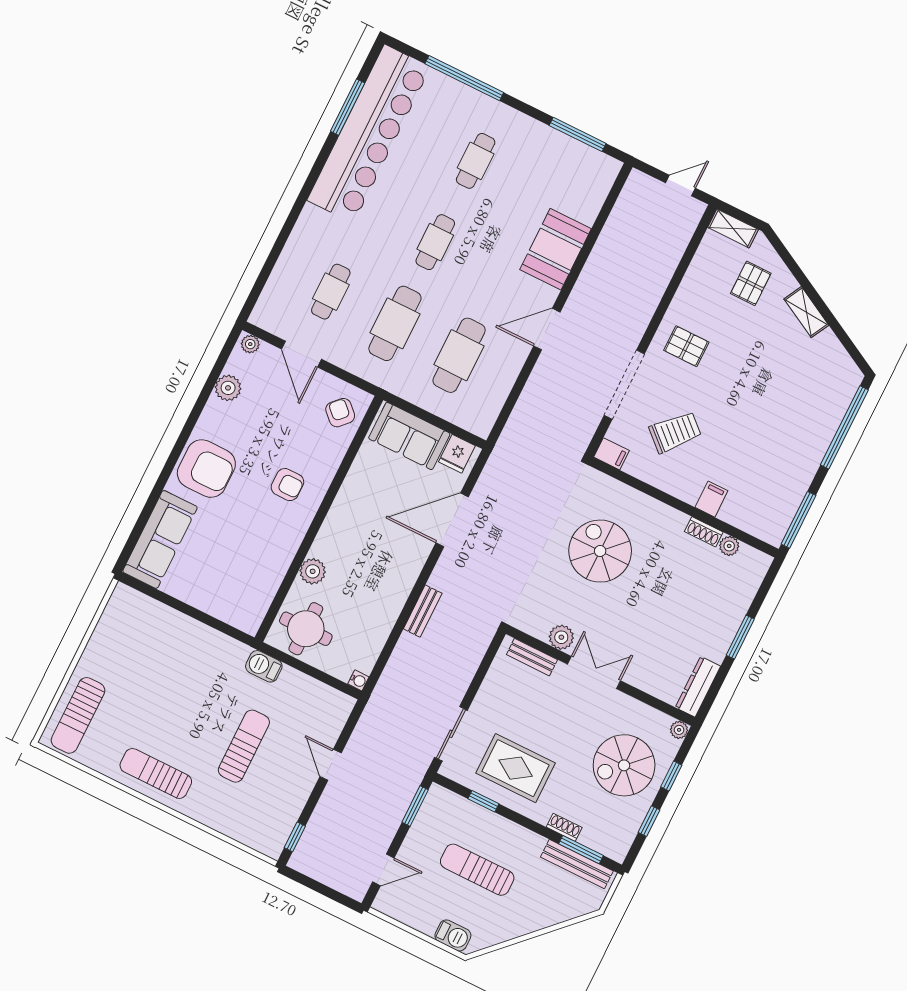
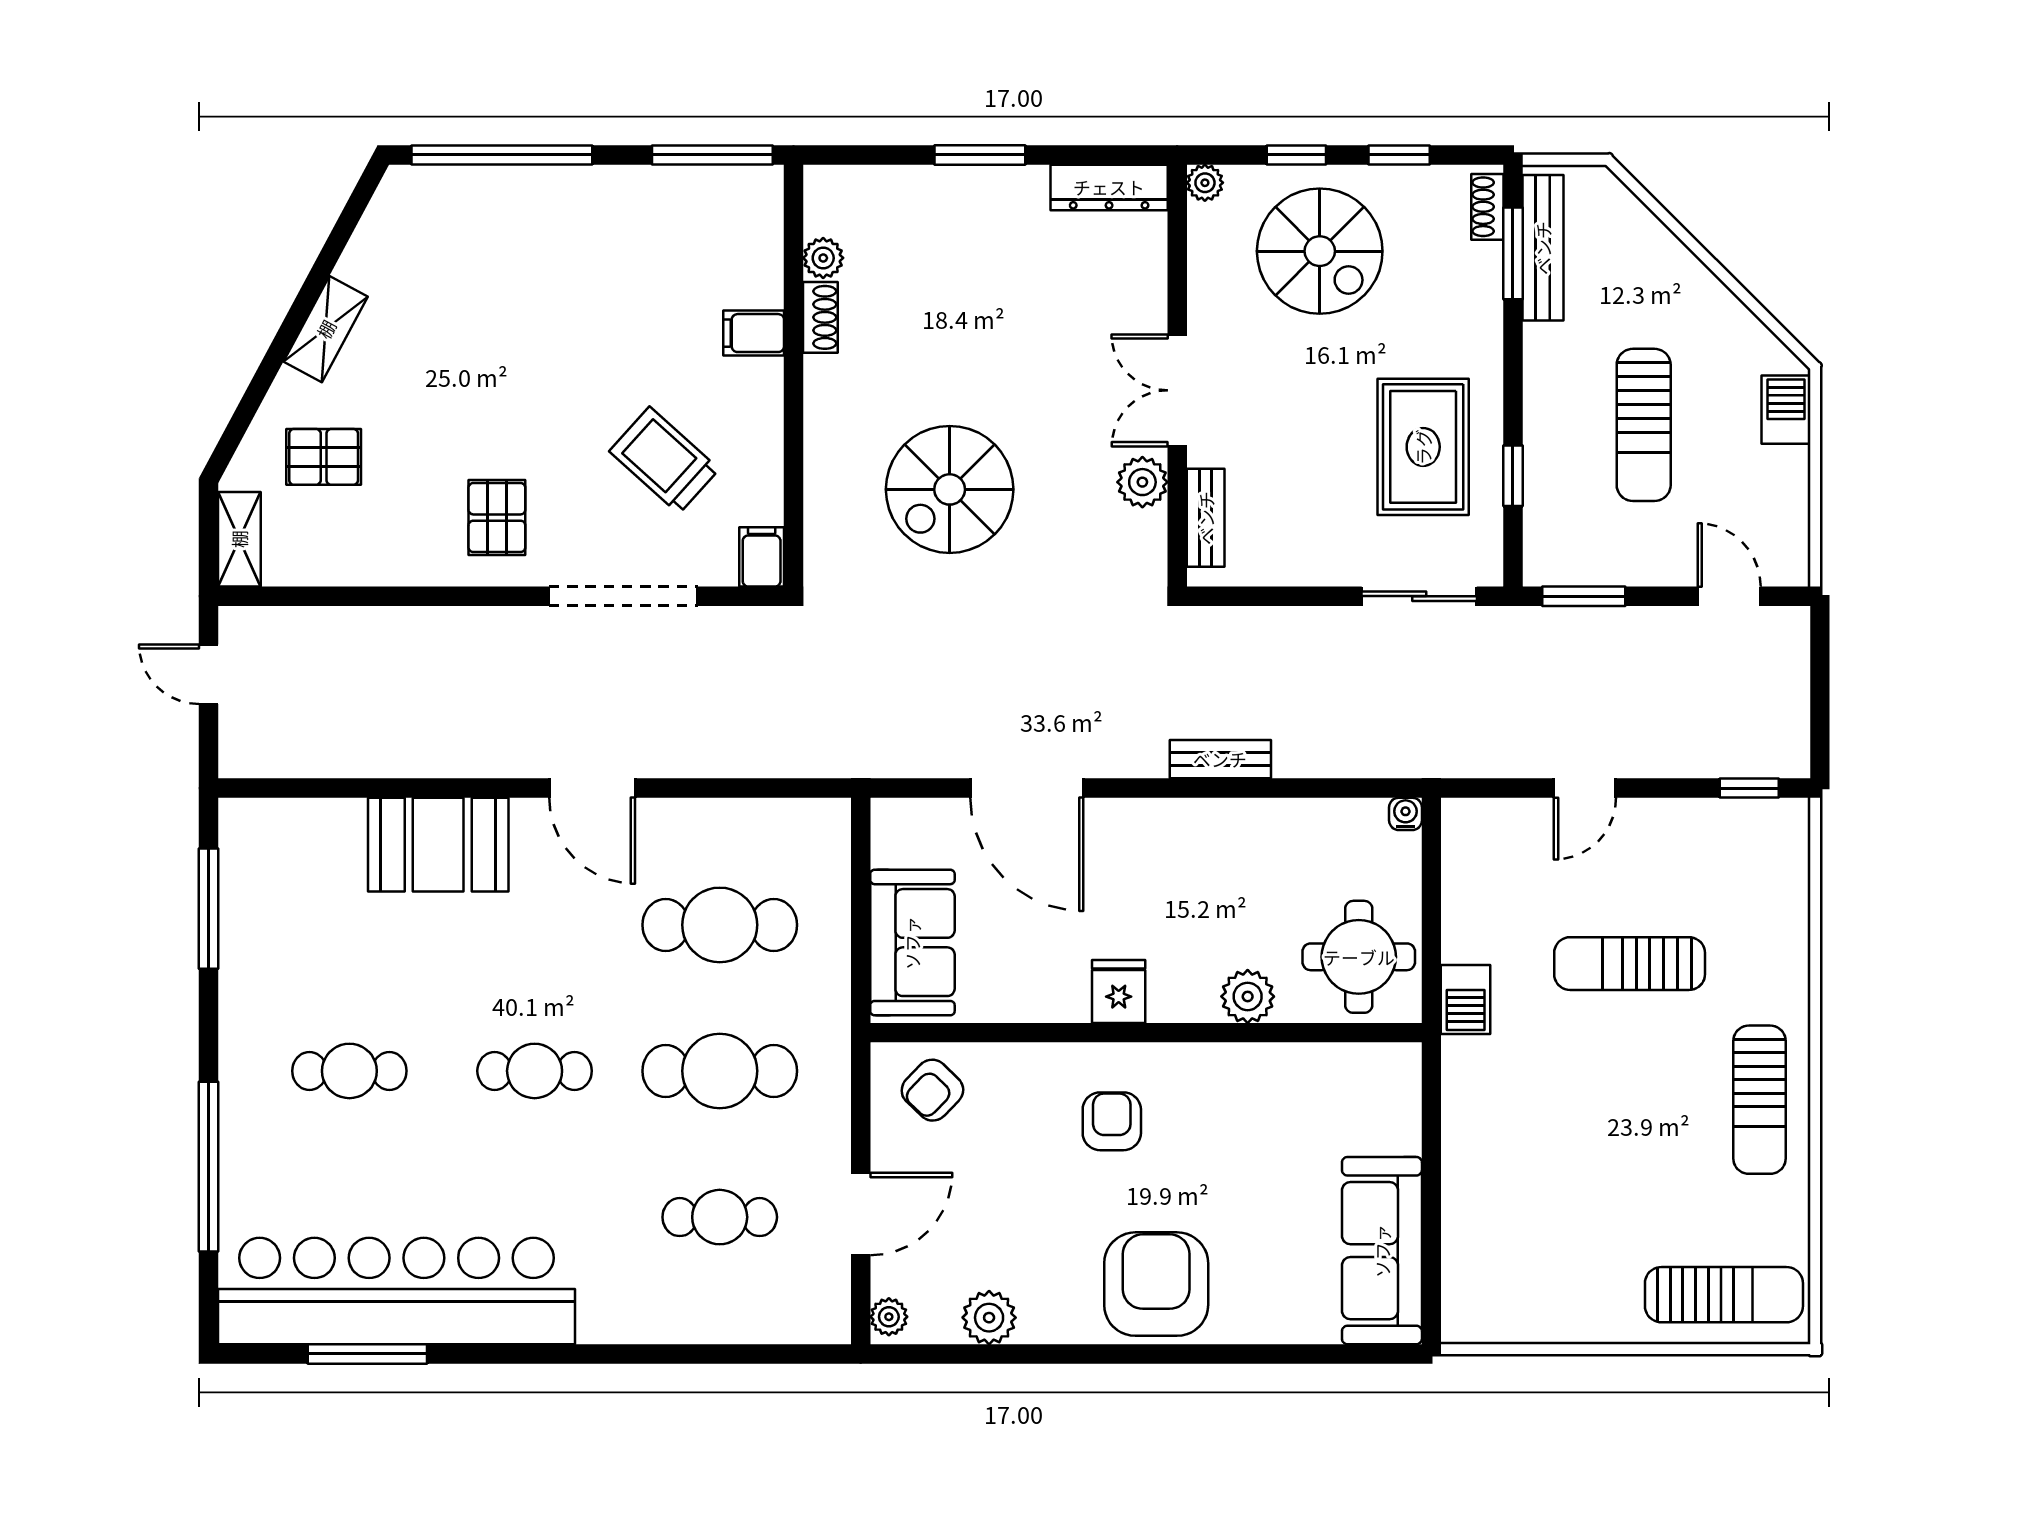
fridge: (457, 454) -> (1119, 991), moved, turned -90
sofa: (160, 539) -> (1382, 1251), moved, turned -90
shoe rack: (564, 827) -> (1487, 207), moved

